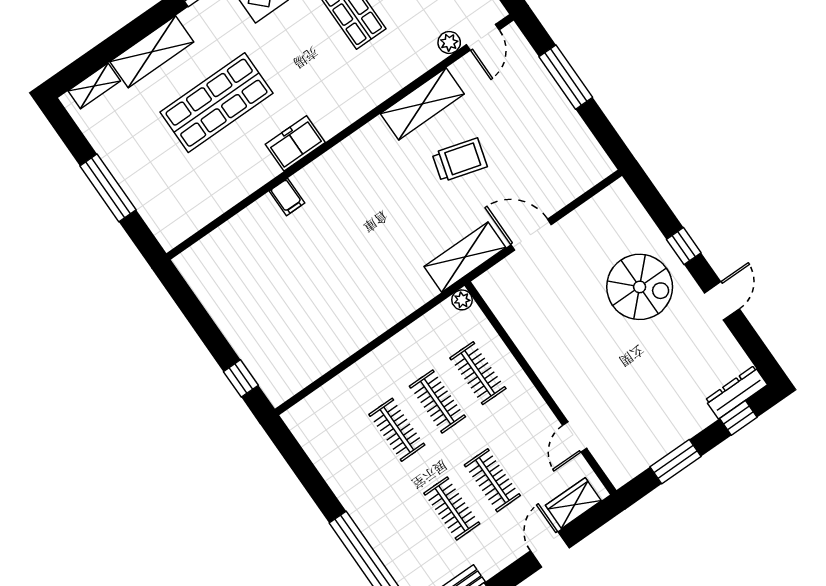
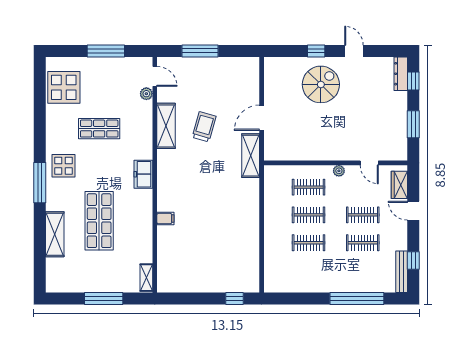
shelving: (94, 86) -> (146, 278), moved
freezer: (295, 143) -> (143, 174), moved
plant: (462, 300) -> (339, 171), moved

